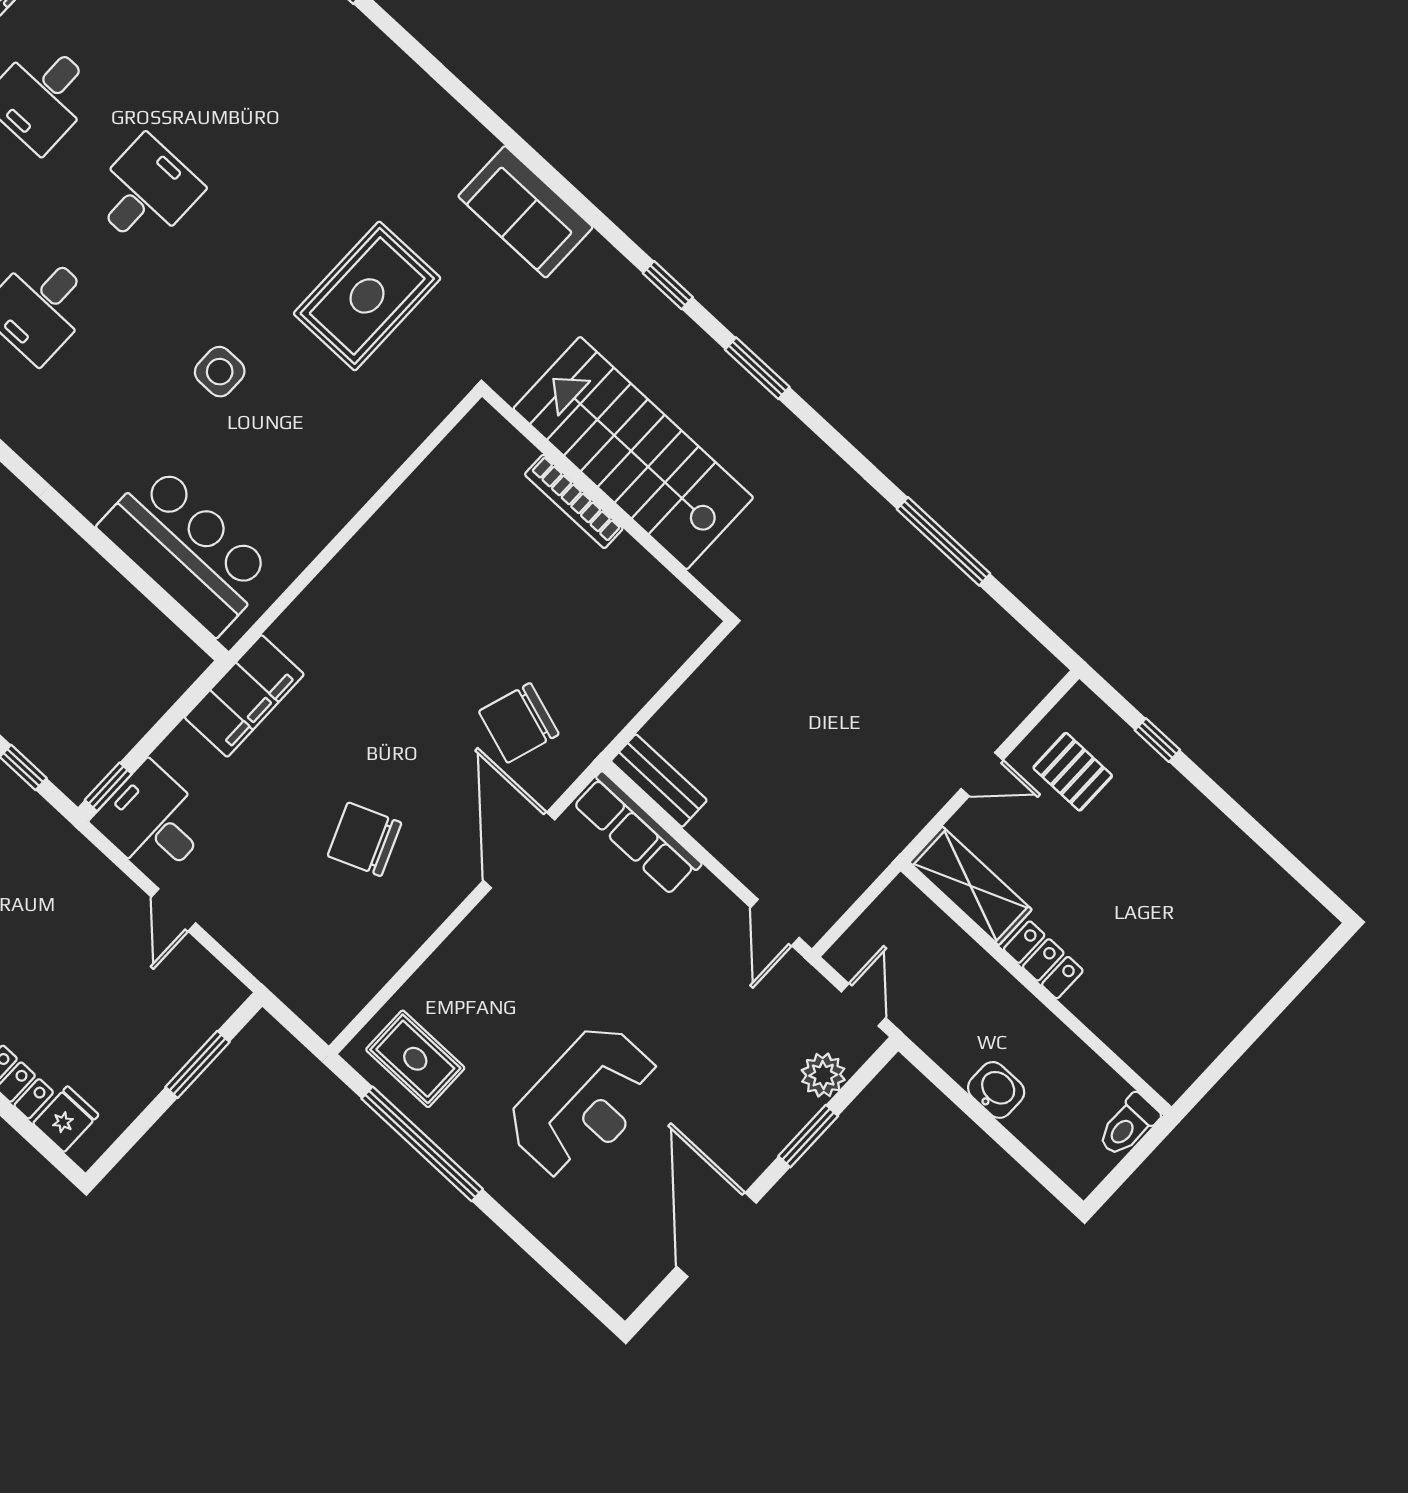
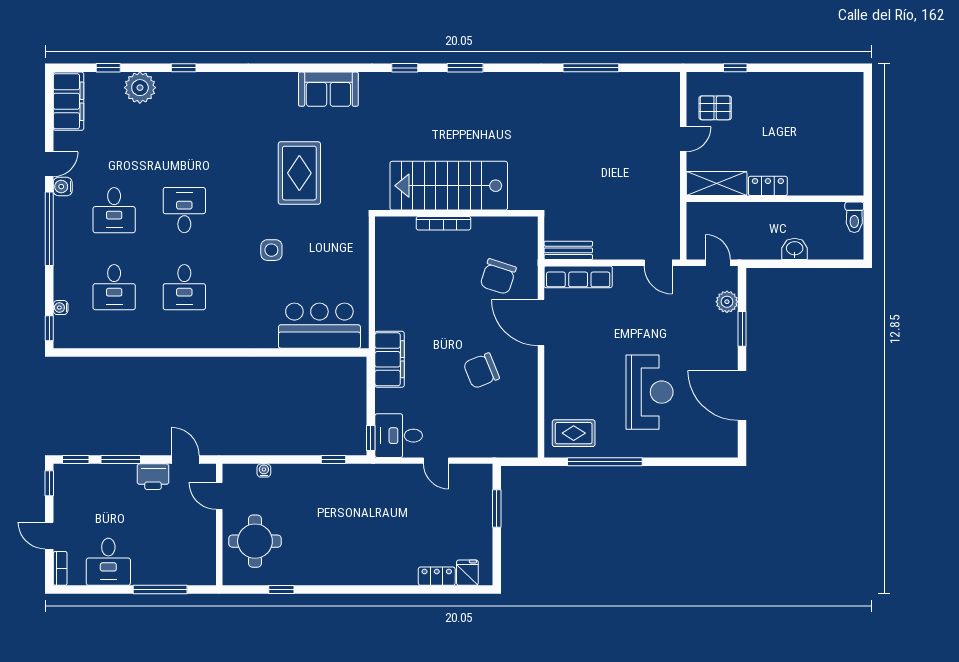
stairs: (633, 453) -> (449, 186), moved
bookcase: (574, 501) -> (443, 223), moved
wall: (607, 504) -> (456, 213), moved

